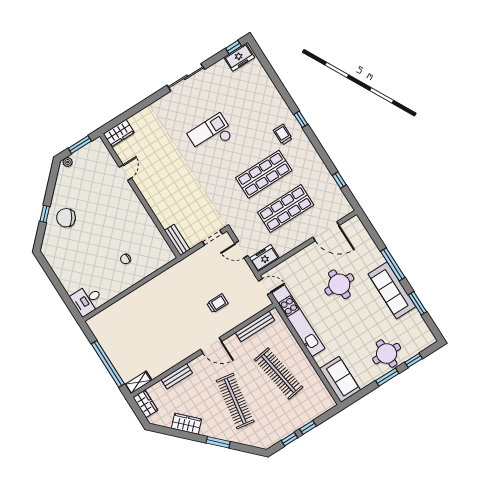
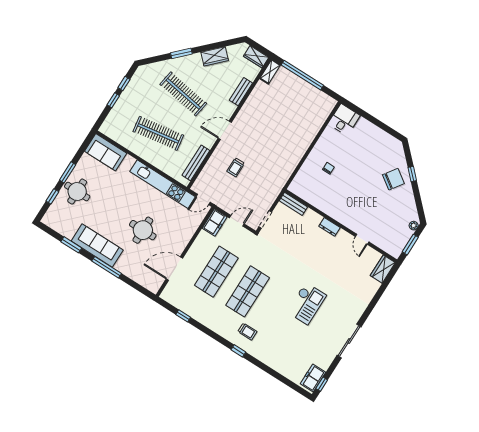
dresser: (152, 200) -> (329, 227), added

